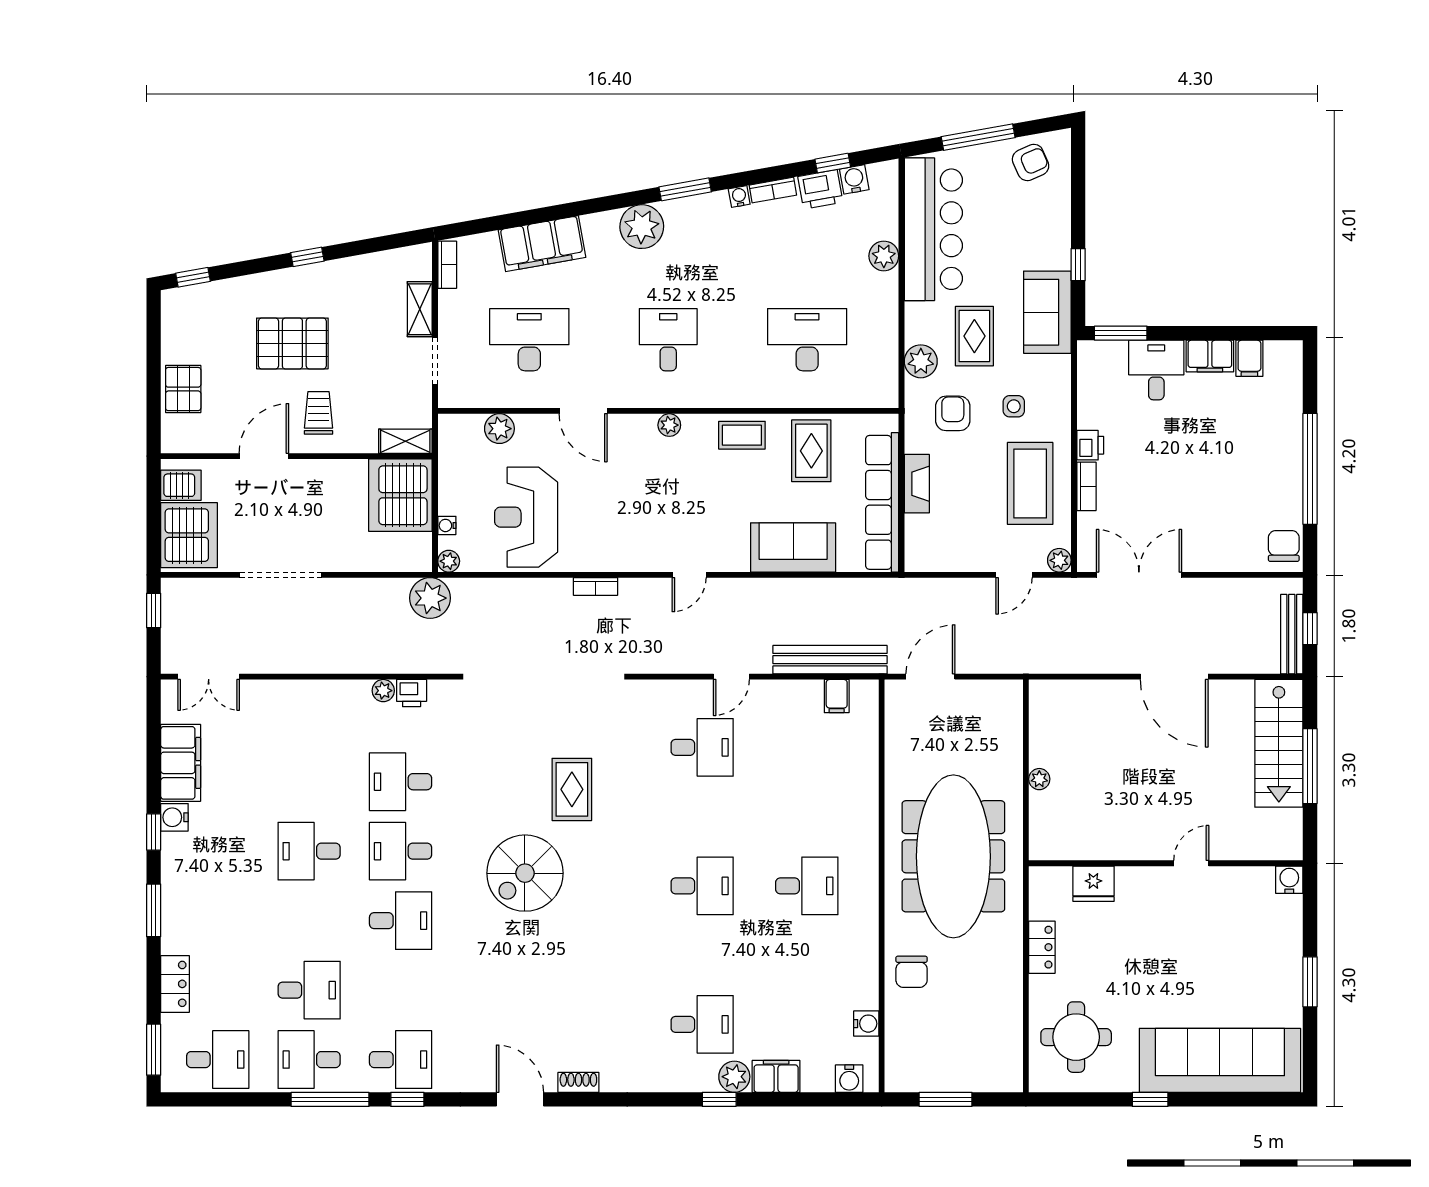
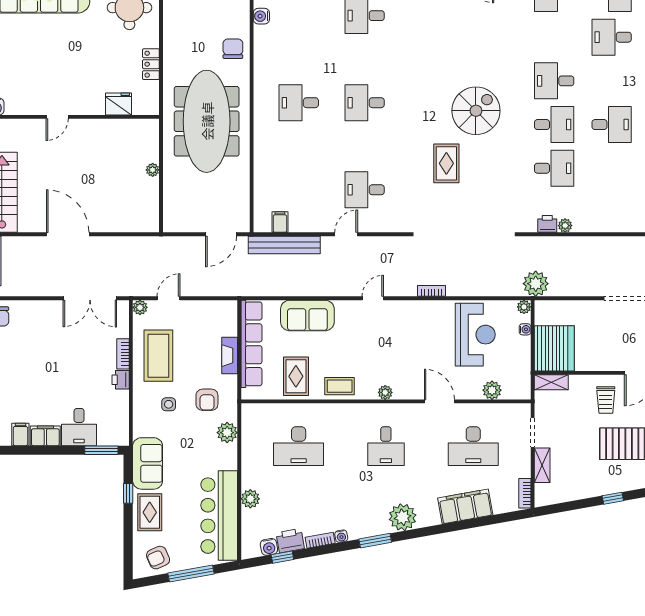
rug: (974, 336) -> (150, 512), moved

